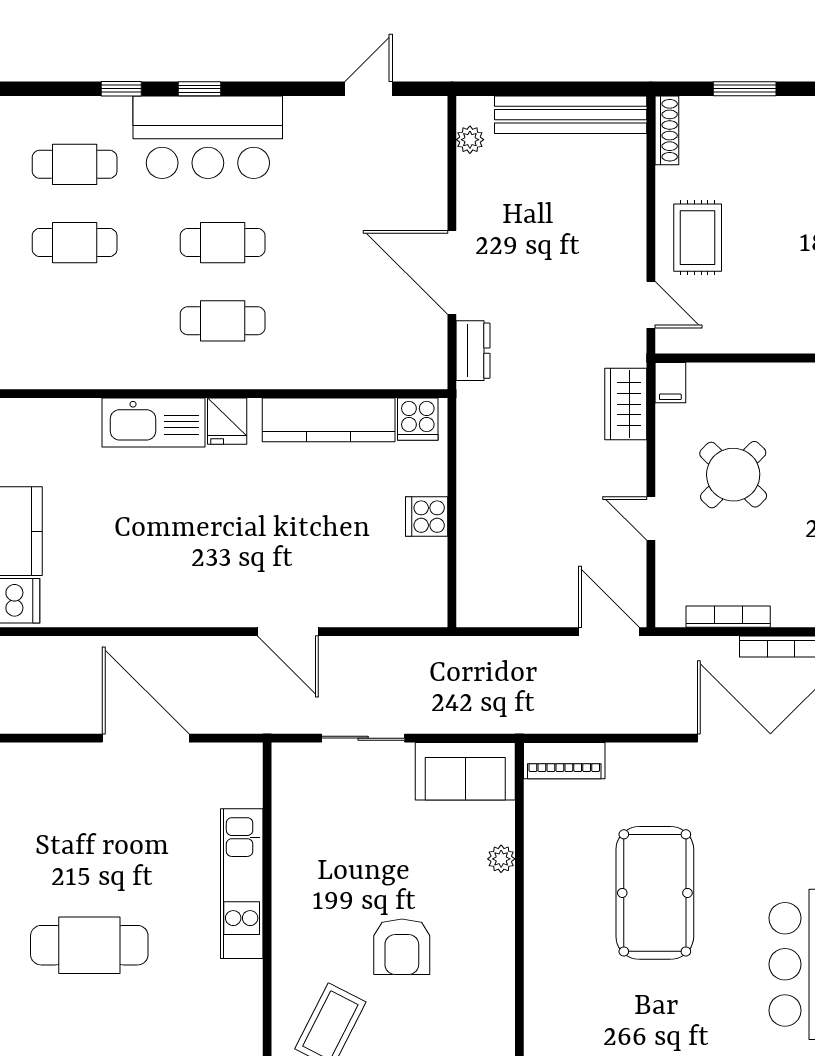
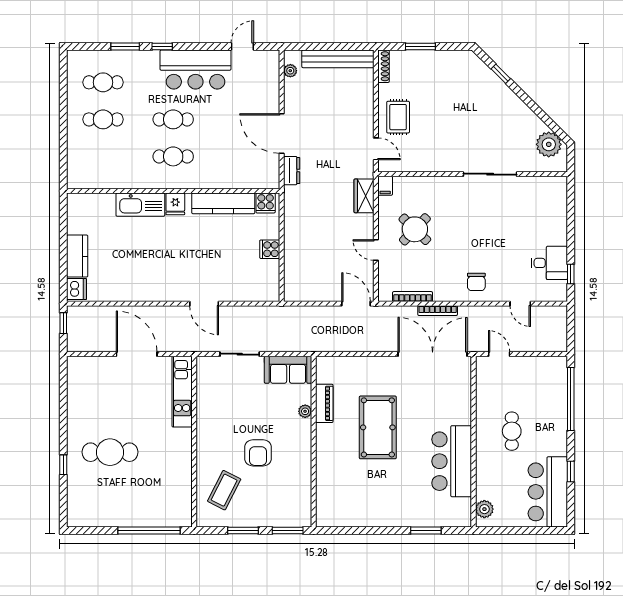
window: (121, 89) -> (125, 47), width x1.50
bar counter: (208, 137) -> (196, 70), moved
piano: (564, 761) -> (324, 403), moved, turned -90
kitchen unit: (242, 884) -> (182, 392), moved

